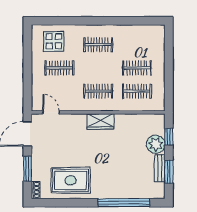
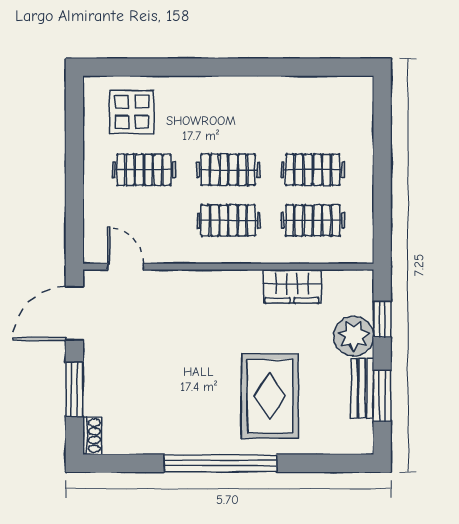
clothes rail: (98, 45) -> (228, 170), moved
wardrobe: (100, 121) -> (292, 286), moved
rug: (71, 180) -> (270, 396), moved, turned 90
window: (124, 203) -> (220, 463), moved

